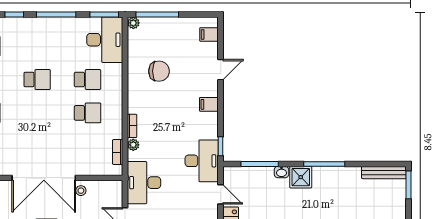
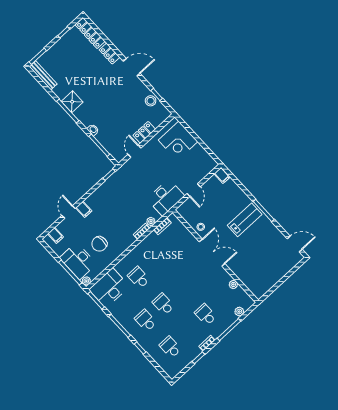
door: (221, 70) -> (69, 212), hinge flipped
chair: (159, 71) -> (99, 244), turned -93
filing cabinet: (209, 104) -> (84, 209), moved
school desk: (88, 113) -> (146, 321), moved
desk: (202, 161) -> (78, 261), moved, turned -90
shower: (301, 177) -> (72, 102), moved
double door: (44, 178) -> (212, 253), width x0.73

